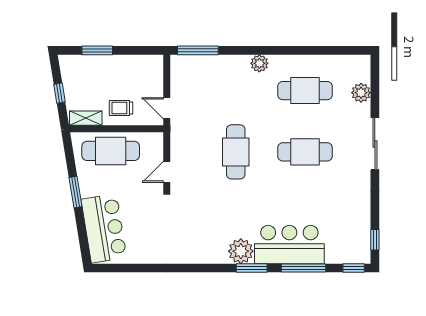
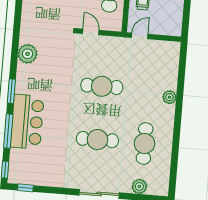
window: (198, 50) -> (182, 64), removed
plant: (259, 63) -> (169, 97), moved
cafe table: (305, 152) -> (97, 140), turned 90
plant: (241, 251) -> (28, 54), moved

